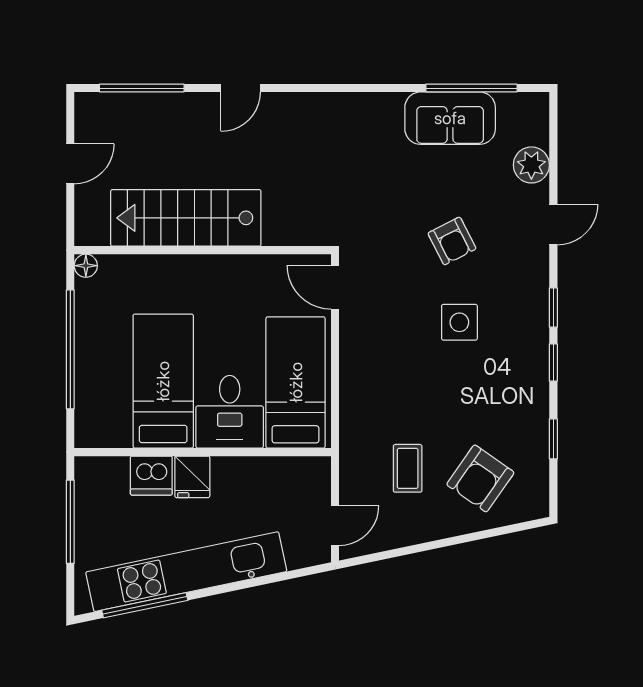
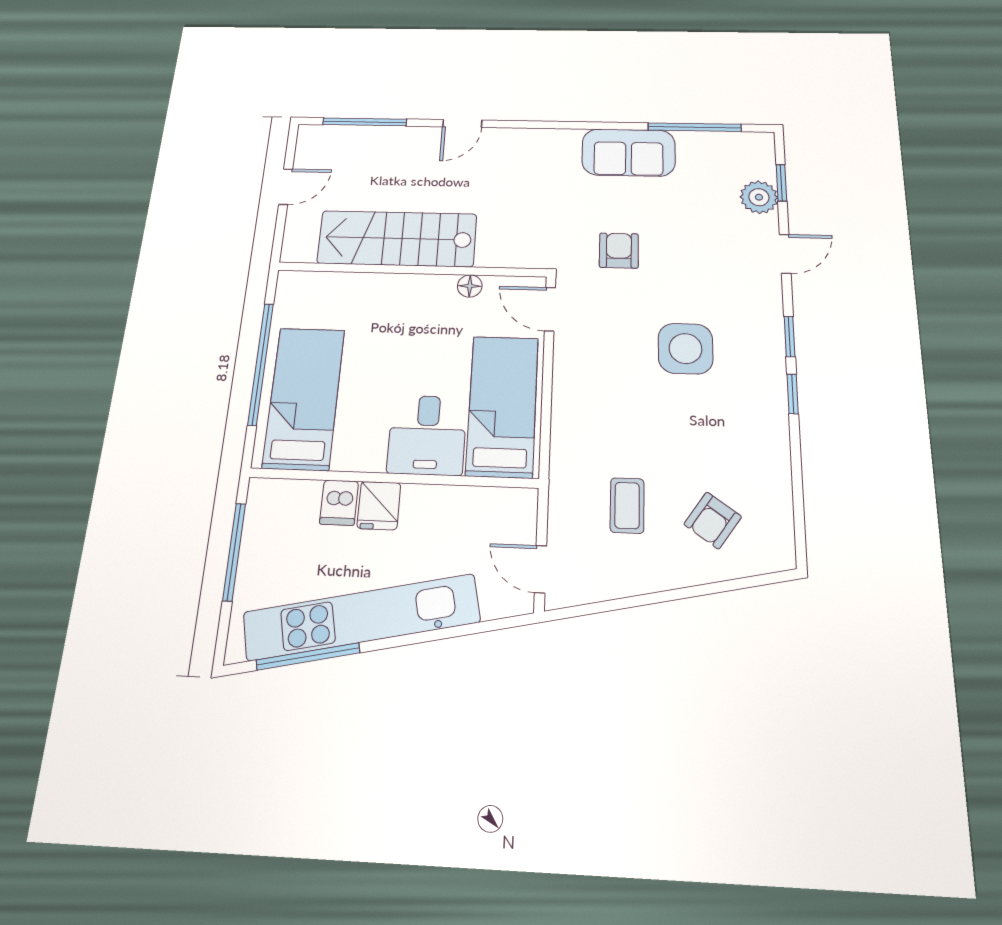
sofa: (450, 118) -> (629, 152), moved
armchair: (452, 241) -> (619, 251), moved, turned -153
floor lamp: (86, 266) -> (470, 286), moved
side table: (459, 322) -> (685, 349), width x1.37, depth x1.37
bed: (163, 381) -> (304, 398), moved
window: (553, 439) -> (781, 183), moved
dishwasher: (151, 476) -> (339, 503), width x0.73
armchair: (480, 478) -> (713, 520), width x0.72, depth x0.72
door: (335, 526) -> (541, 569), swing flipped

